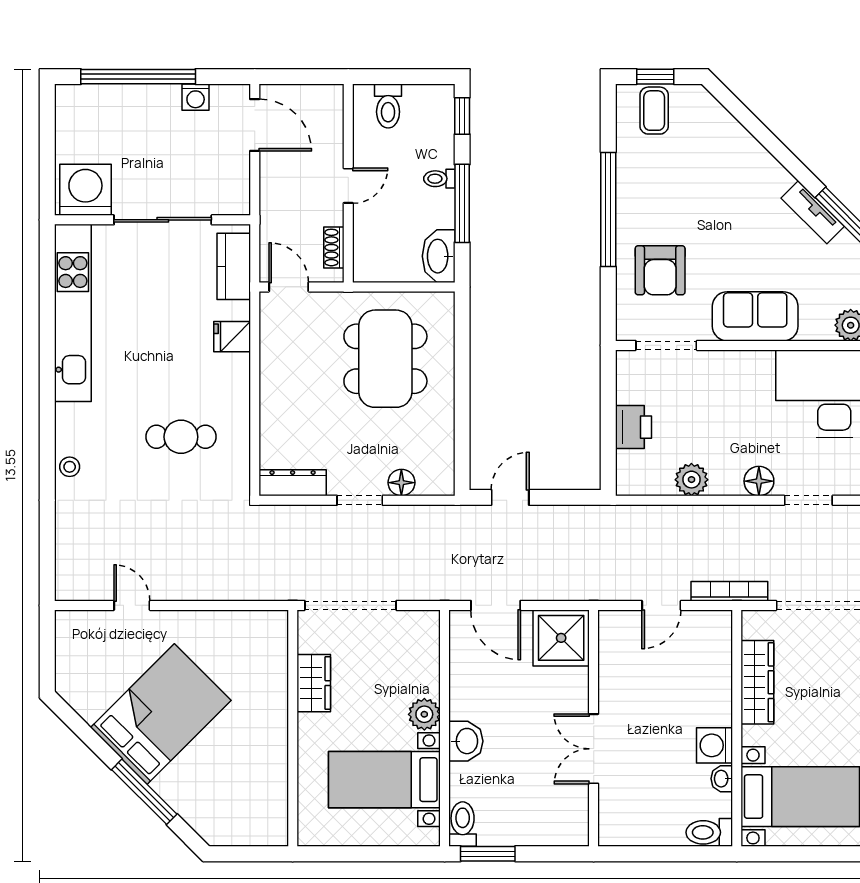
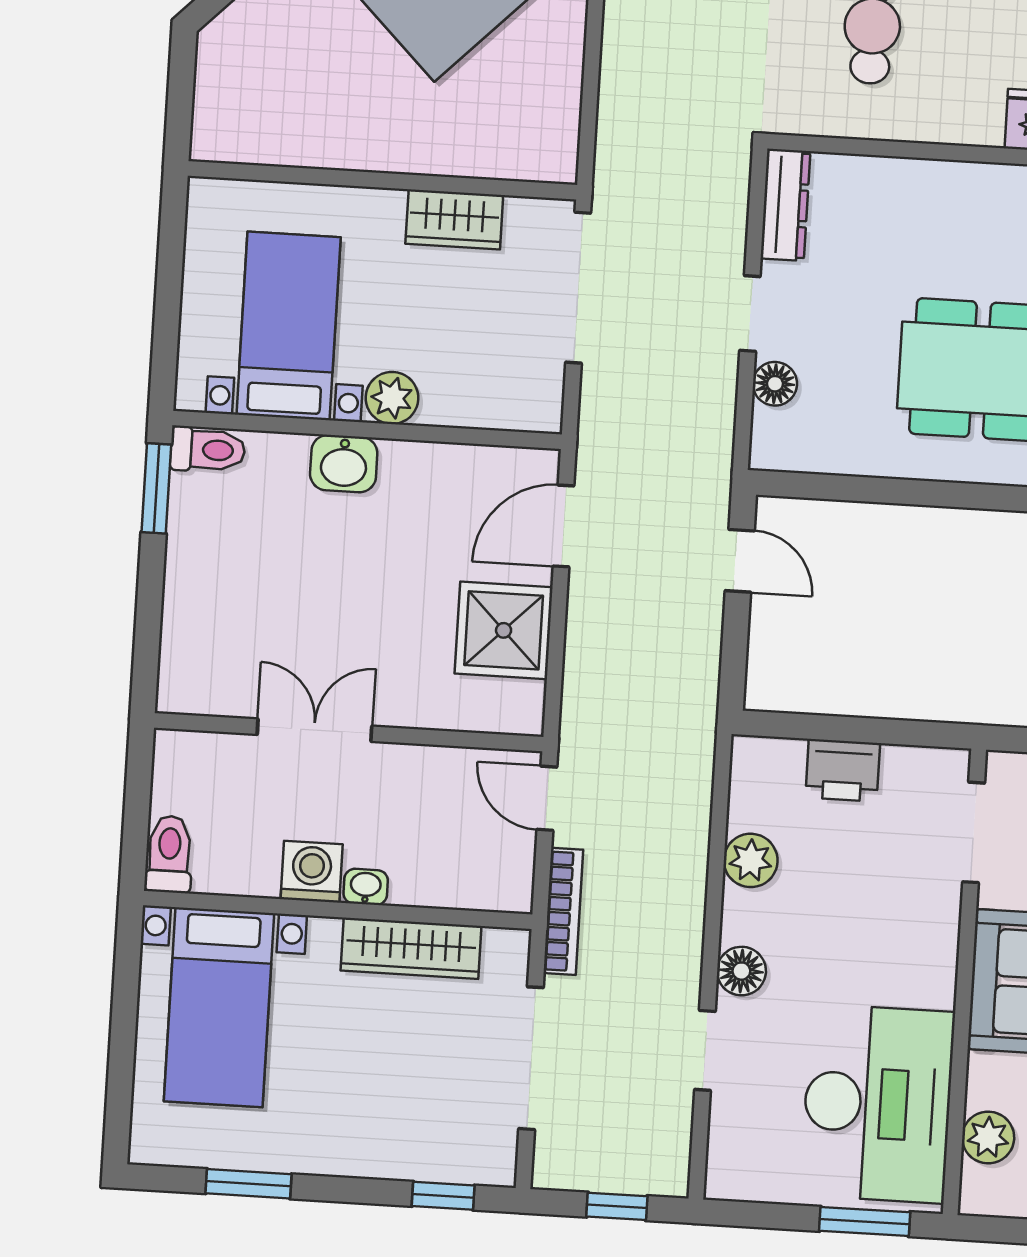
wall: (594, 728) -> (349, 732), moved
double door: (594, 749) -> (315, 730), moved
washbasin: (722, 779) -> (366, 887), moved

